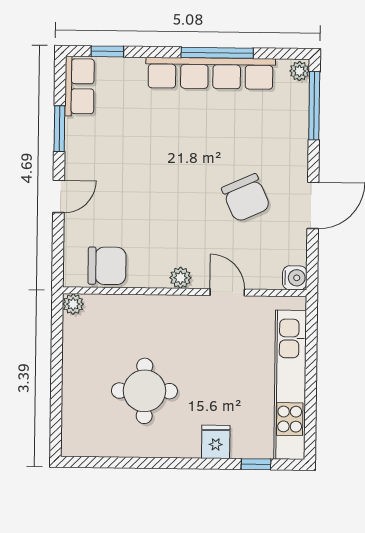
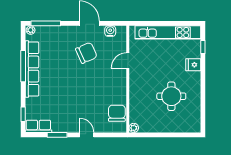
plant: (180, 278) -> (122, 81), removed
water cooler: (295, 278) -> (110, 31), moved

